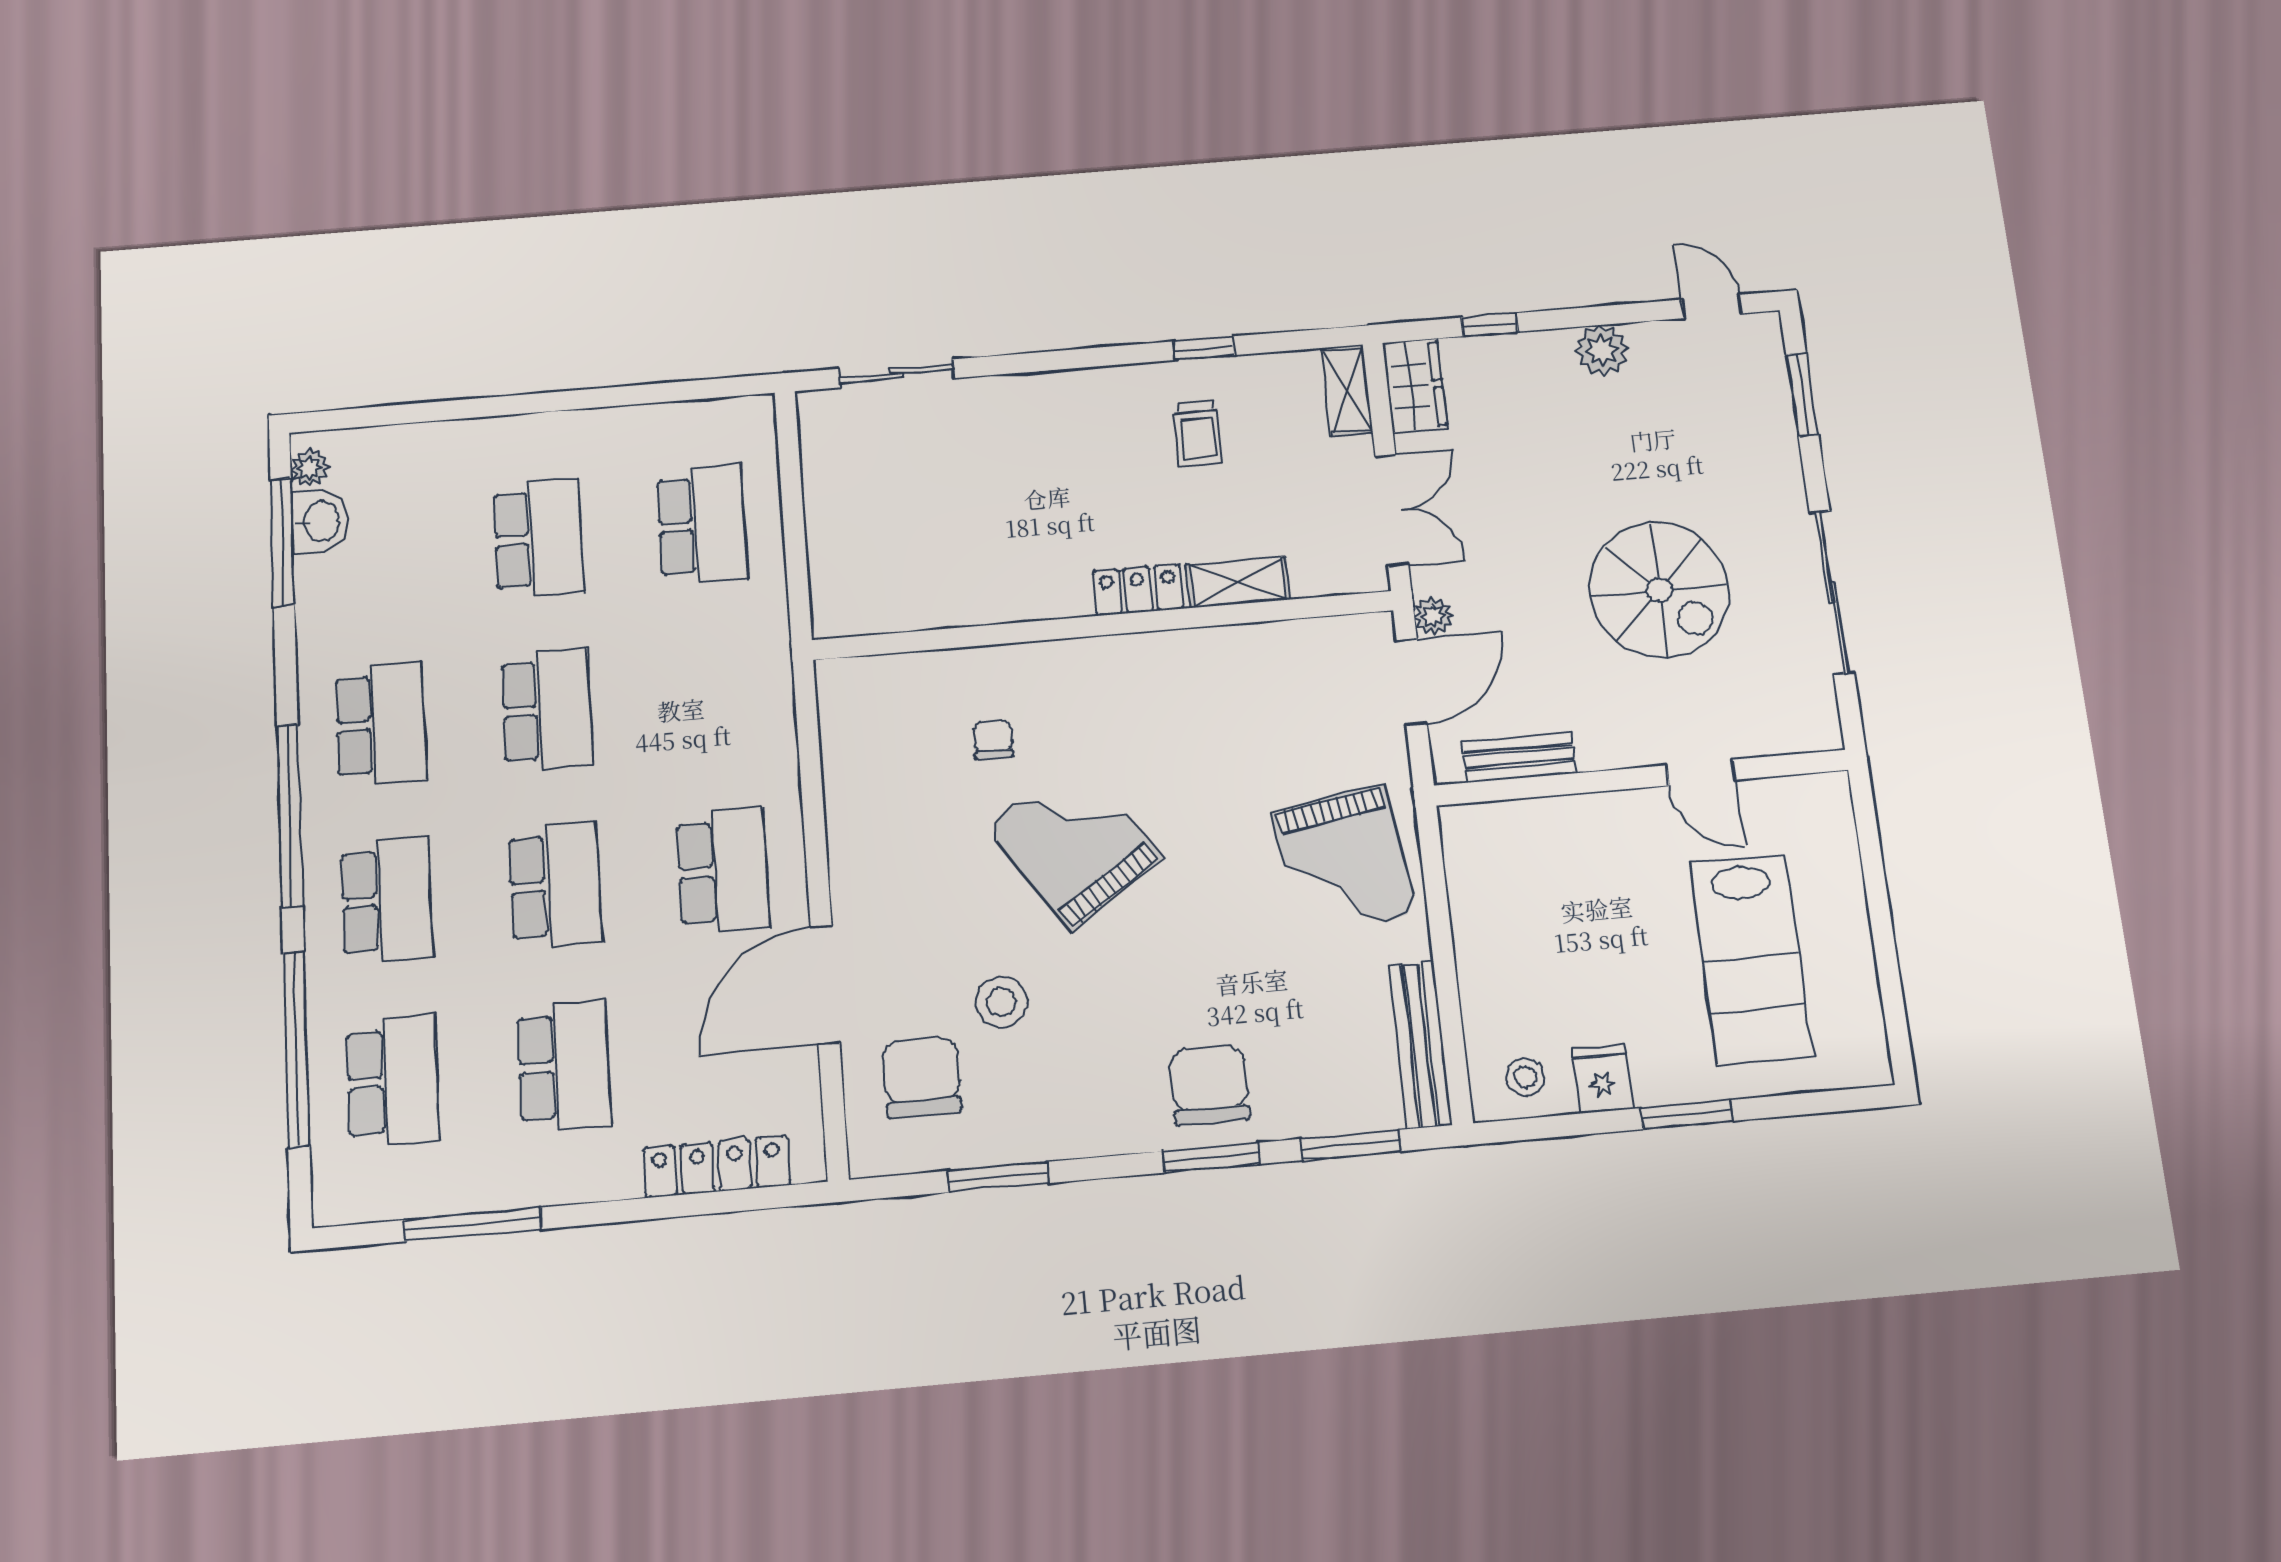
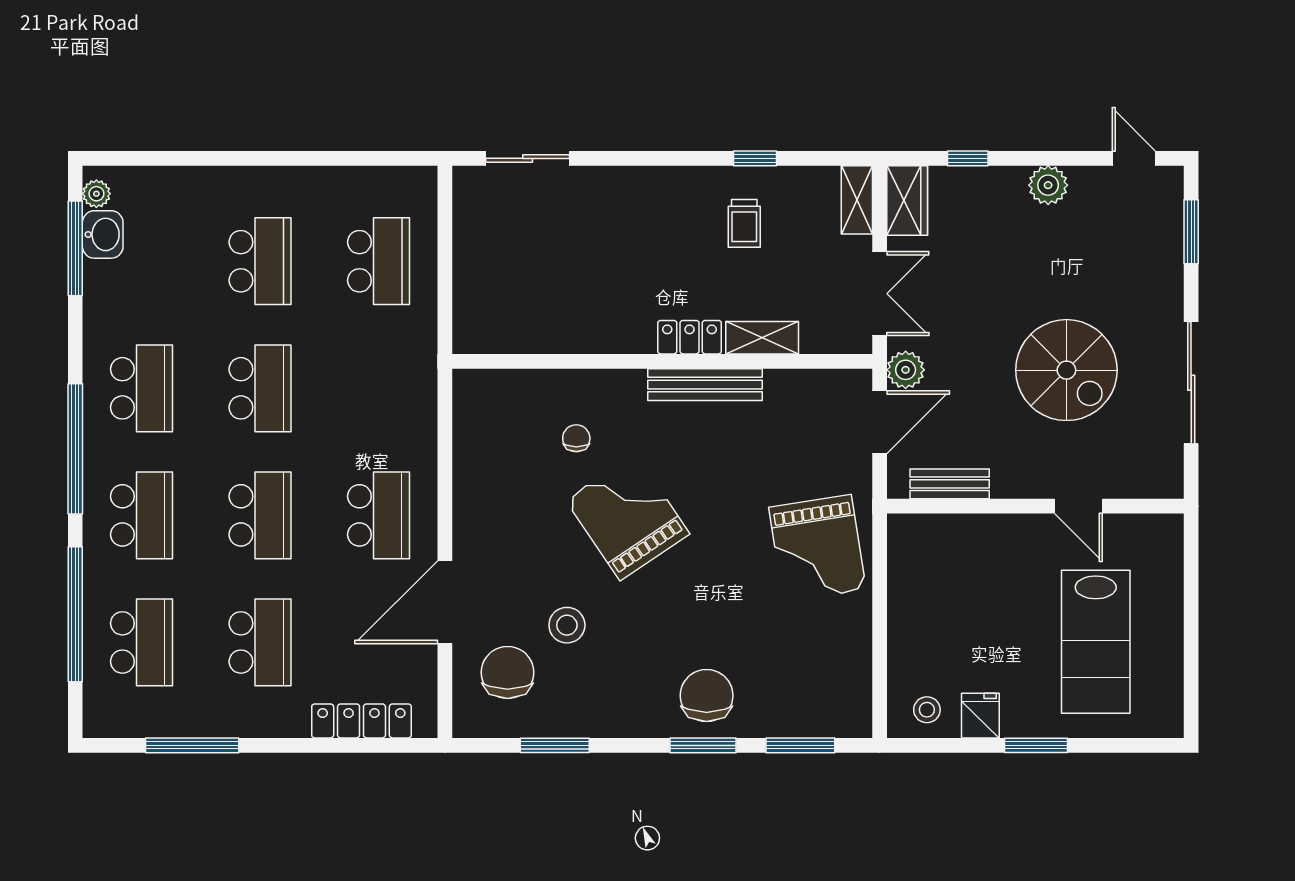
plant: (1433, 616) -> (906, 370), width x1.38, depth x1.38
bench: (1420, 1045) -> (705, 385), moved, turned 90

